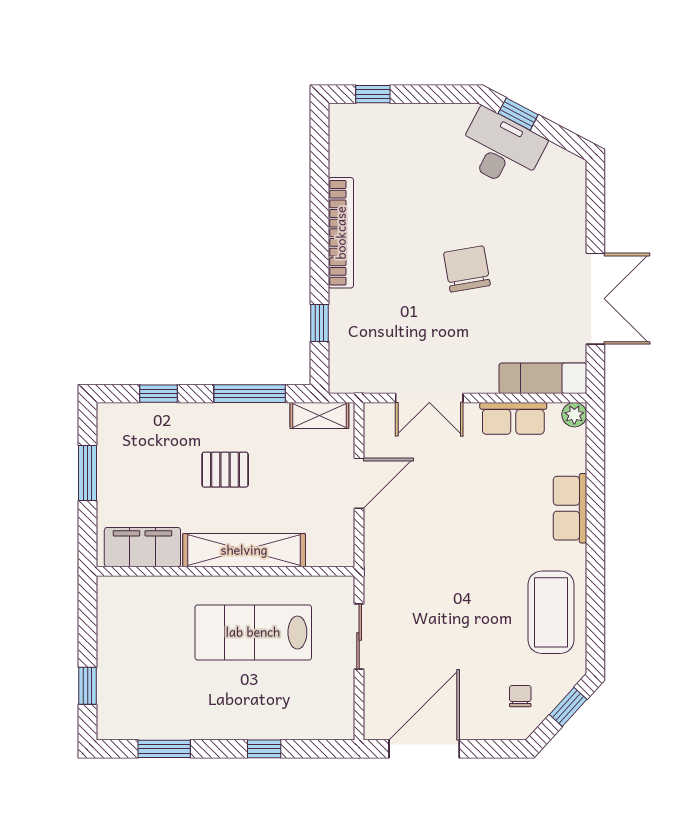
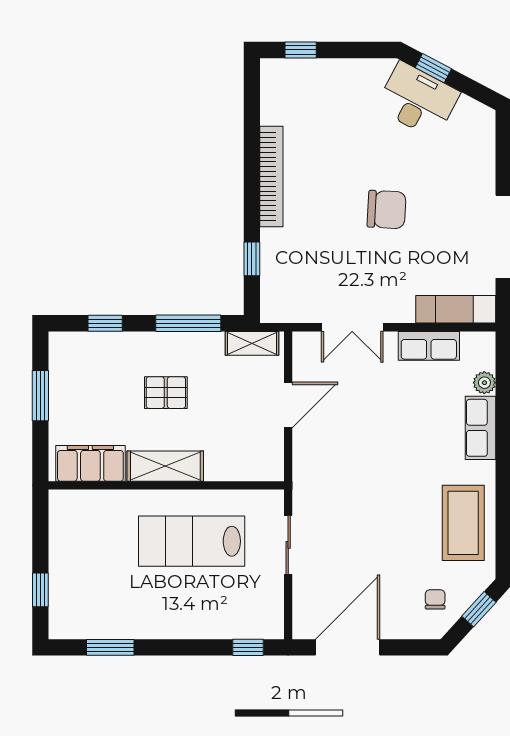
chair: (467, 269) -> (386, 209), turned 103
plant: (574, 415) -> (484, 383), moved
shelving: (244, 550) -> (165, 466), width x0.68
window: (264, 749) -> (248, 647), moved

